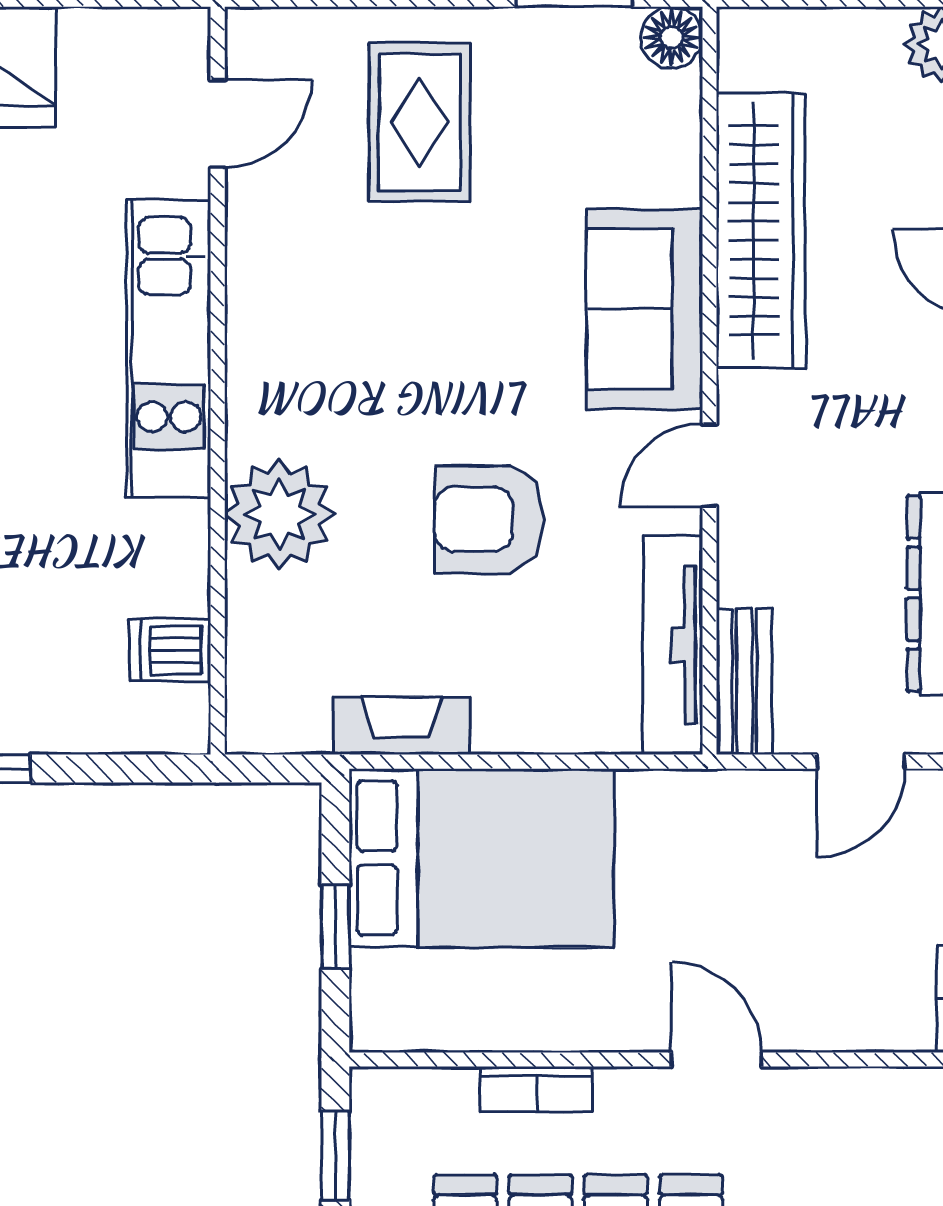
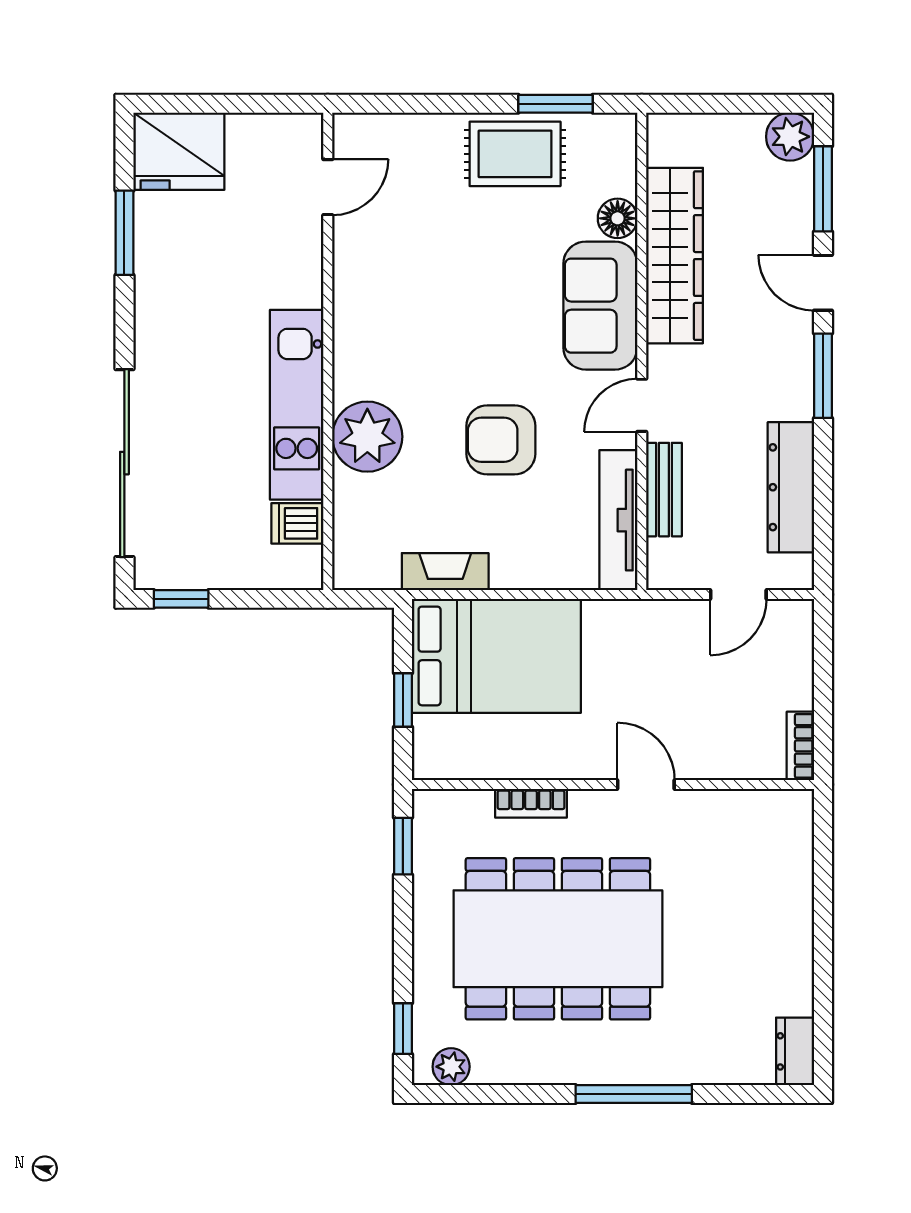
floor lamp: (672, 38) -> (618, 218), moved
rug: (419, 122) -> (515, 154), moved, turned 90
kitchen unit: (169, 348) -> (297, 405), moved
bench: (744, 682) -> (664, 490), moved

